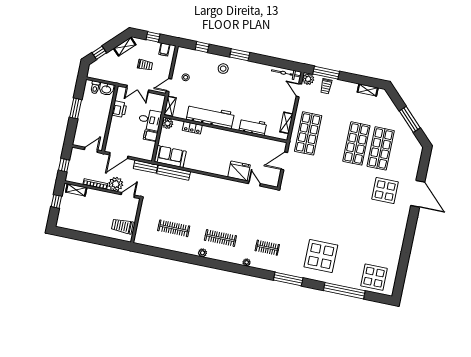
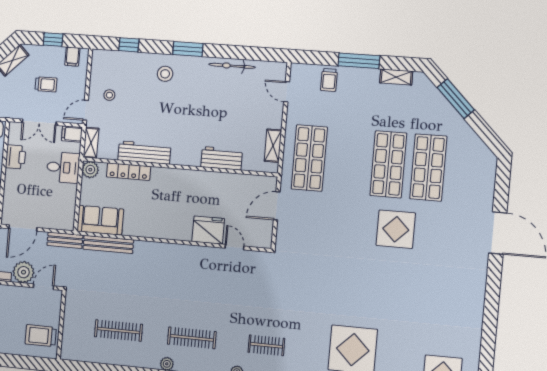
bicycle: (286, 73) -> (232, 66), moved
window: (326, 73) -> (359, 61), moved
plant: (308, 79) -> (299, 72), removed
workbench: (210, 116) -> (144, 153), width x0.73, depth x0.76
window: (410, 119) -> (456, 99), moved
locker: (192, 128) -> (129, 172), width x1.53
filing cabinet: (151, 136) -> (72, 134), moved
display table: (385, 191) -> (396, 229), moved

